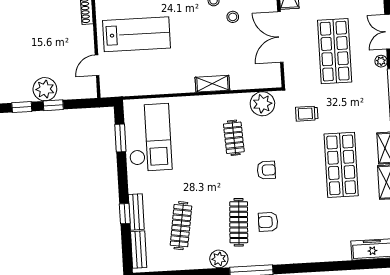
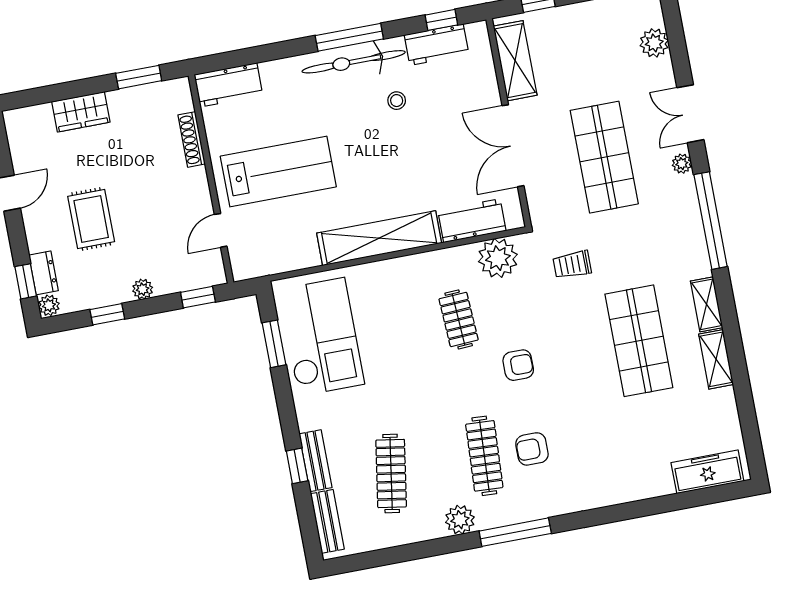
stool: (233, 17) -> (431, 123), removed
rug: (20, 48) -> (91, 219), added
workbench: (250, 79) -> (472, 221), added
shelving: (212, 84) -> (379, 238), width x2.20, depth x1.33
plant: (45, 89) -> (143, 289), width x0.53, depth x0.53
window: (53, 105) -> (198, 297), moved

